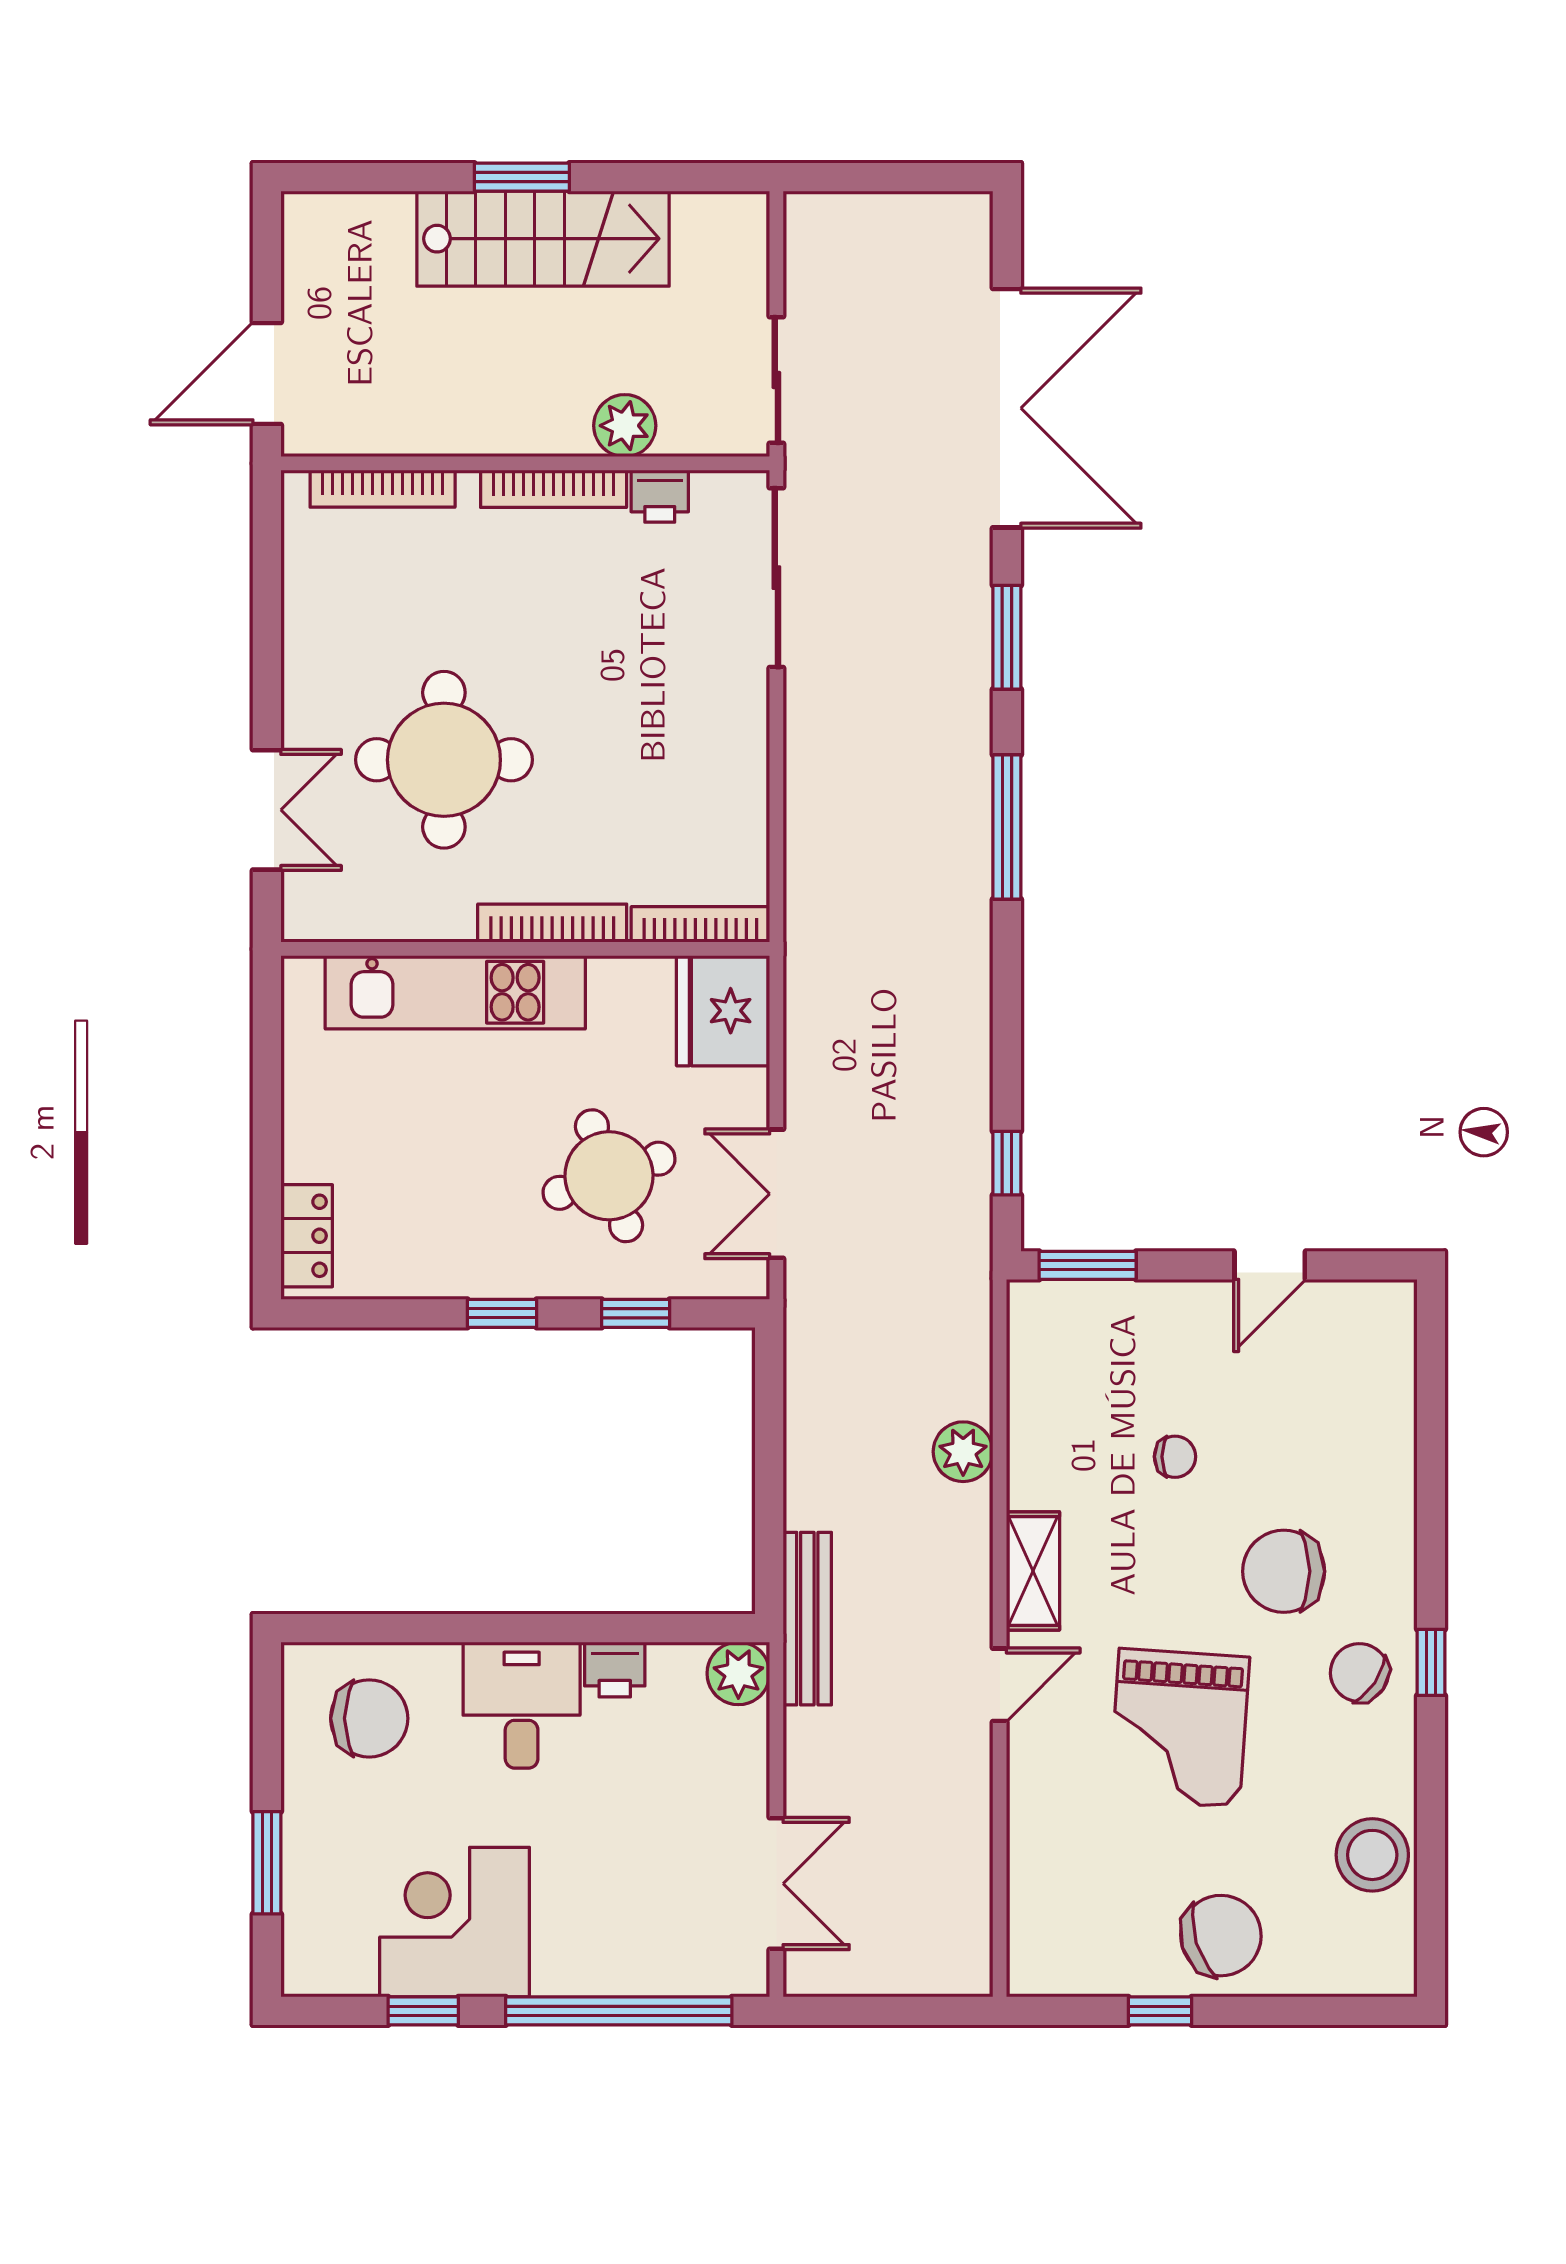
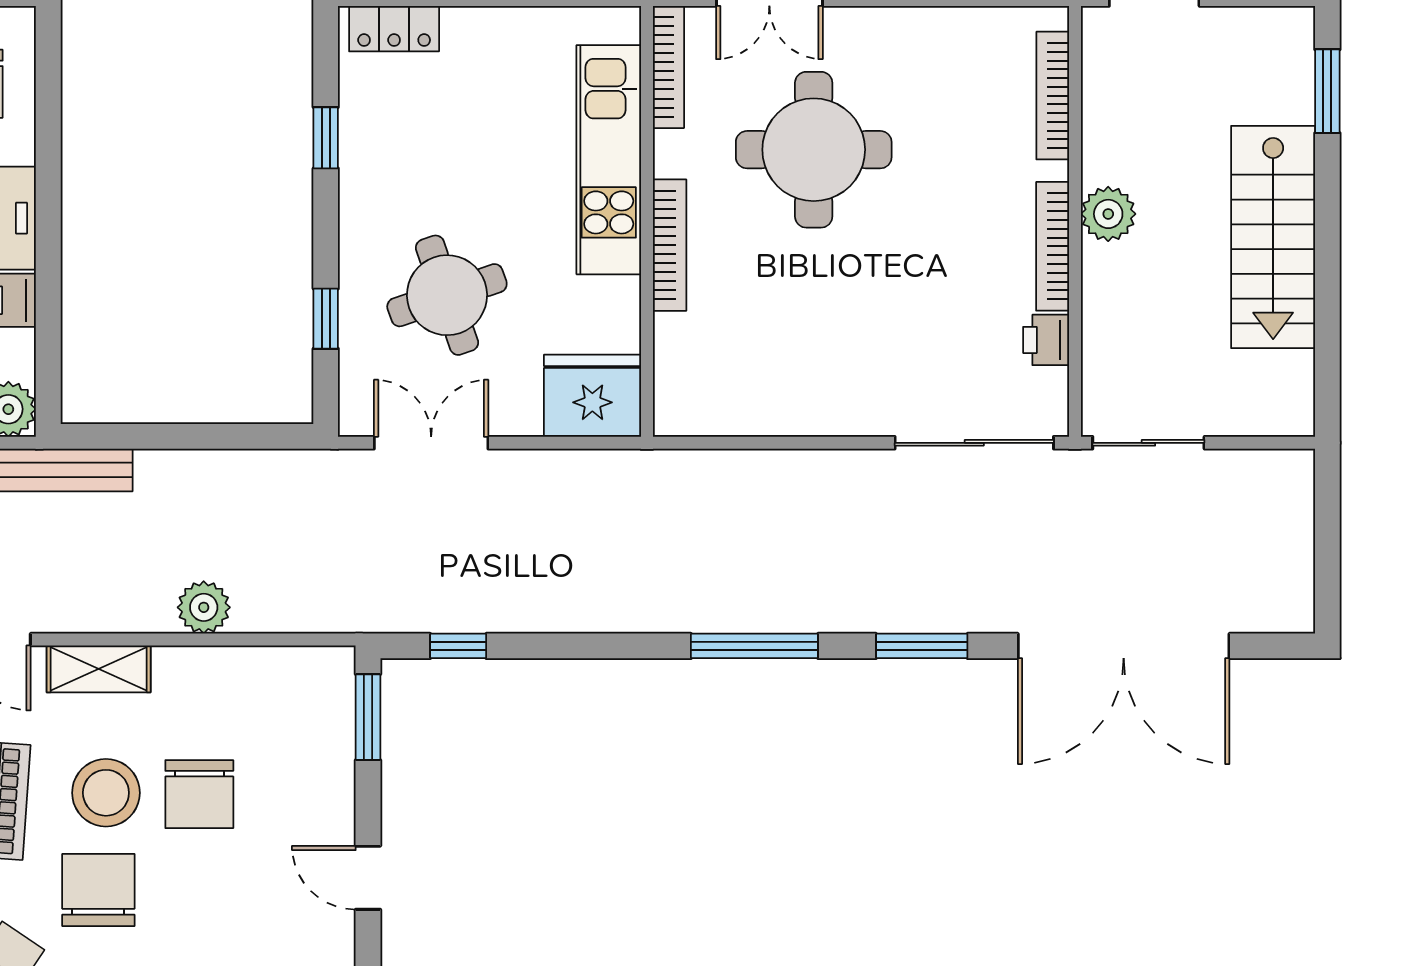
window: (522, 177) -> (1327, 91), moved
plant: (625, 426) -> (1108, 214), moved
bookcase: (700, 924) -> (668, 67), moved
window: (502, 1313) -> (326, 138), moved
chair: (1175, 1457) -> (199, 794), width x1.87, depth x1.87
stool: (1173, 1563) -> (106, 793), added

